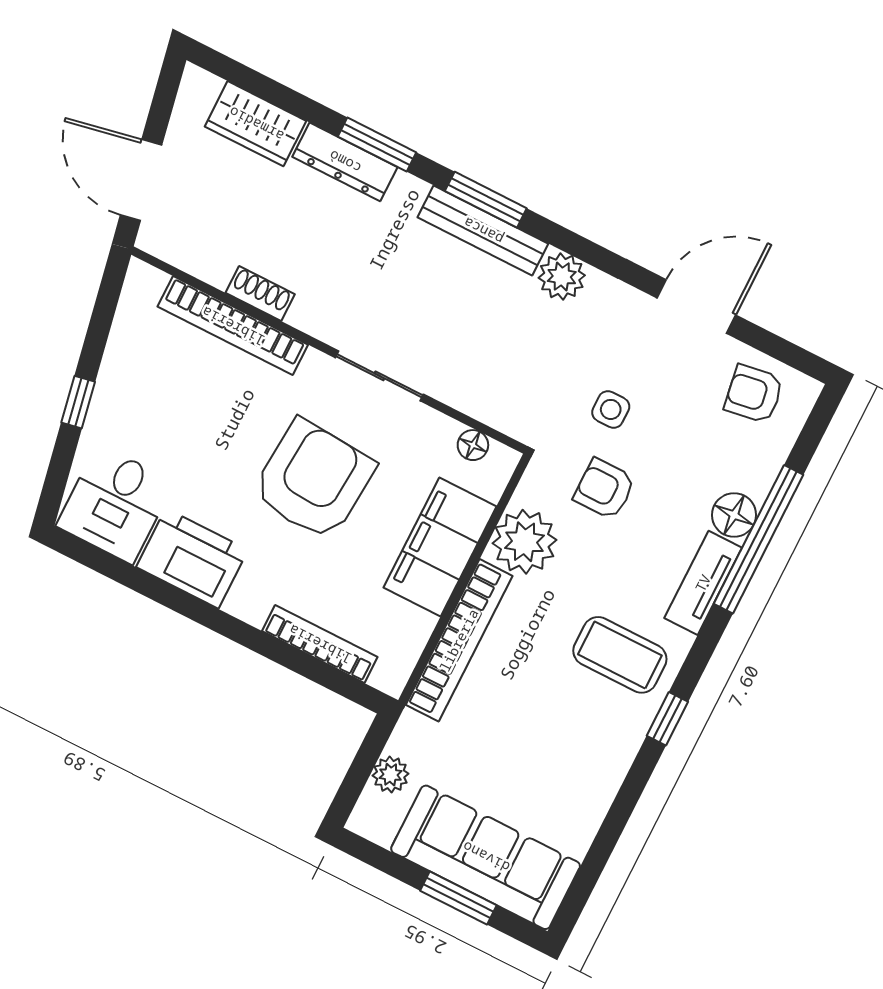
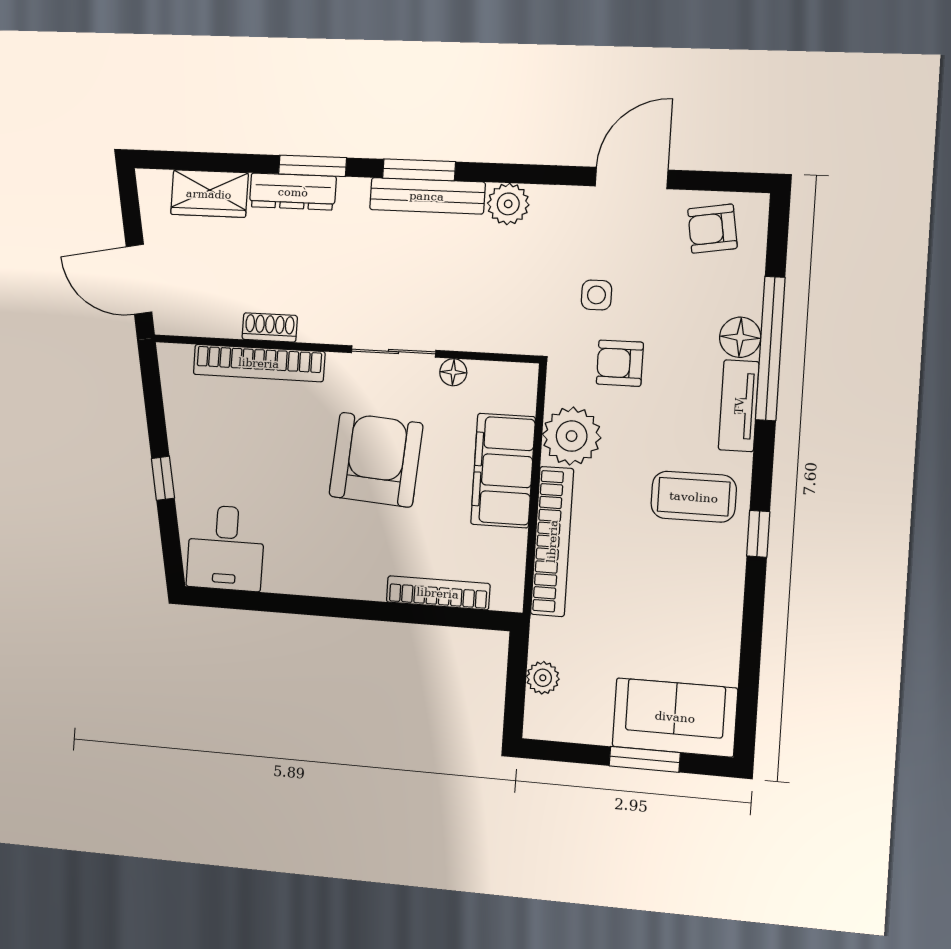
floor lamp: (473, 445) -> (453, 372), moved
printer: (192, 558) -> (305, 566), removed
sofa: (486, 857) -> (675, 717), width x0.73

